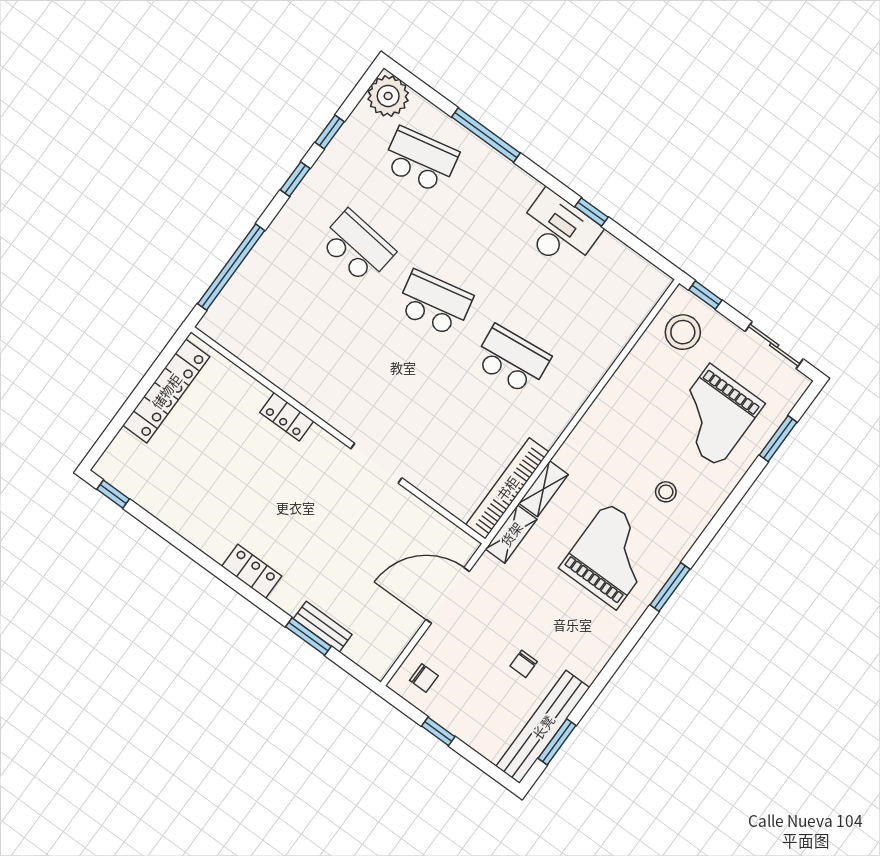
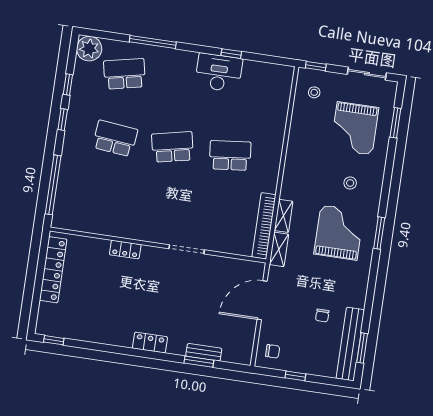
stool: (683, 332) -> (314, 92), width x0.53, depth x0.53

